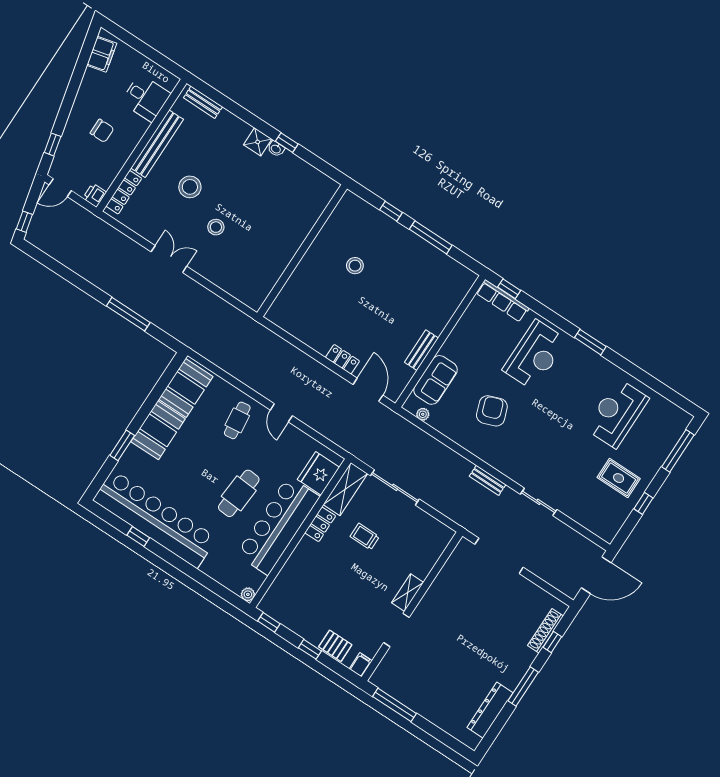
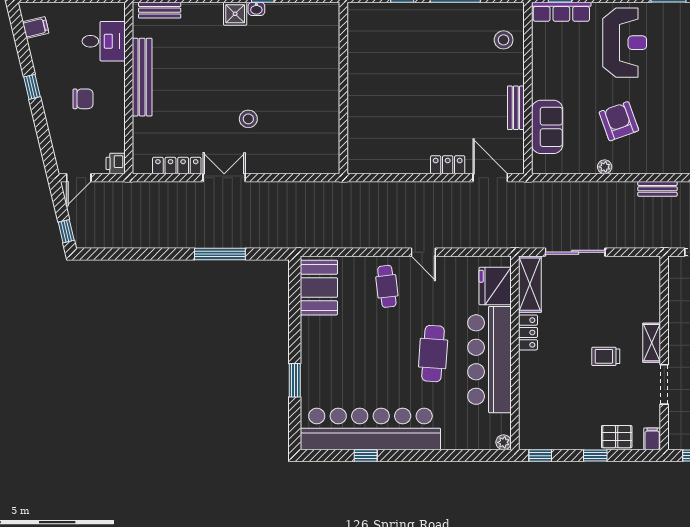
filing cabinet: (102, 54) -> (36, 28), width x0.50
window: (53, 144) -> (32, 87), moved
stool: (190, 187) -> (199, 97), removed
locker: (124, 192) -> (177, 166), moved, turned -90
stool: (355, 266) -> (504, 40), moved
plant: (423, 414) -> (605, 167), moved
booth: (158, 430) -> (319, 344), removed
trolley: (365, 537) -> (606, 356), moved

